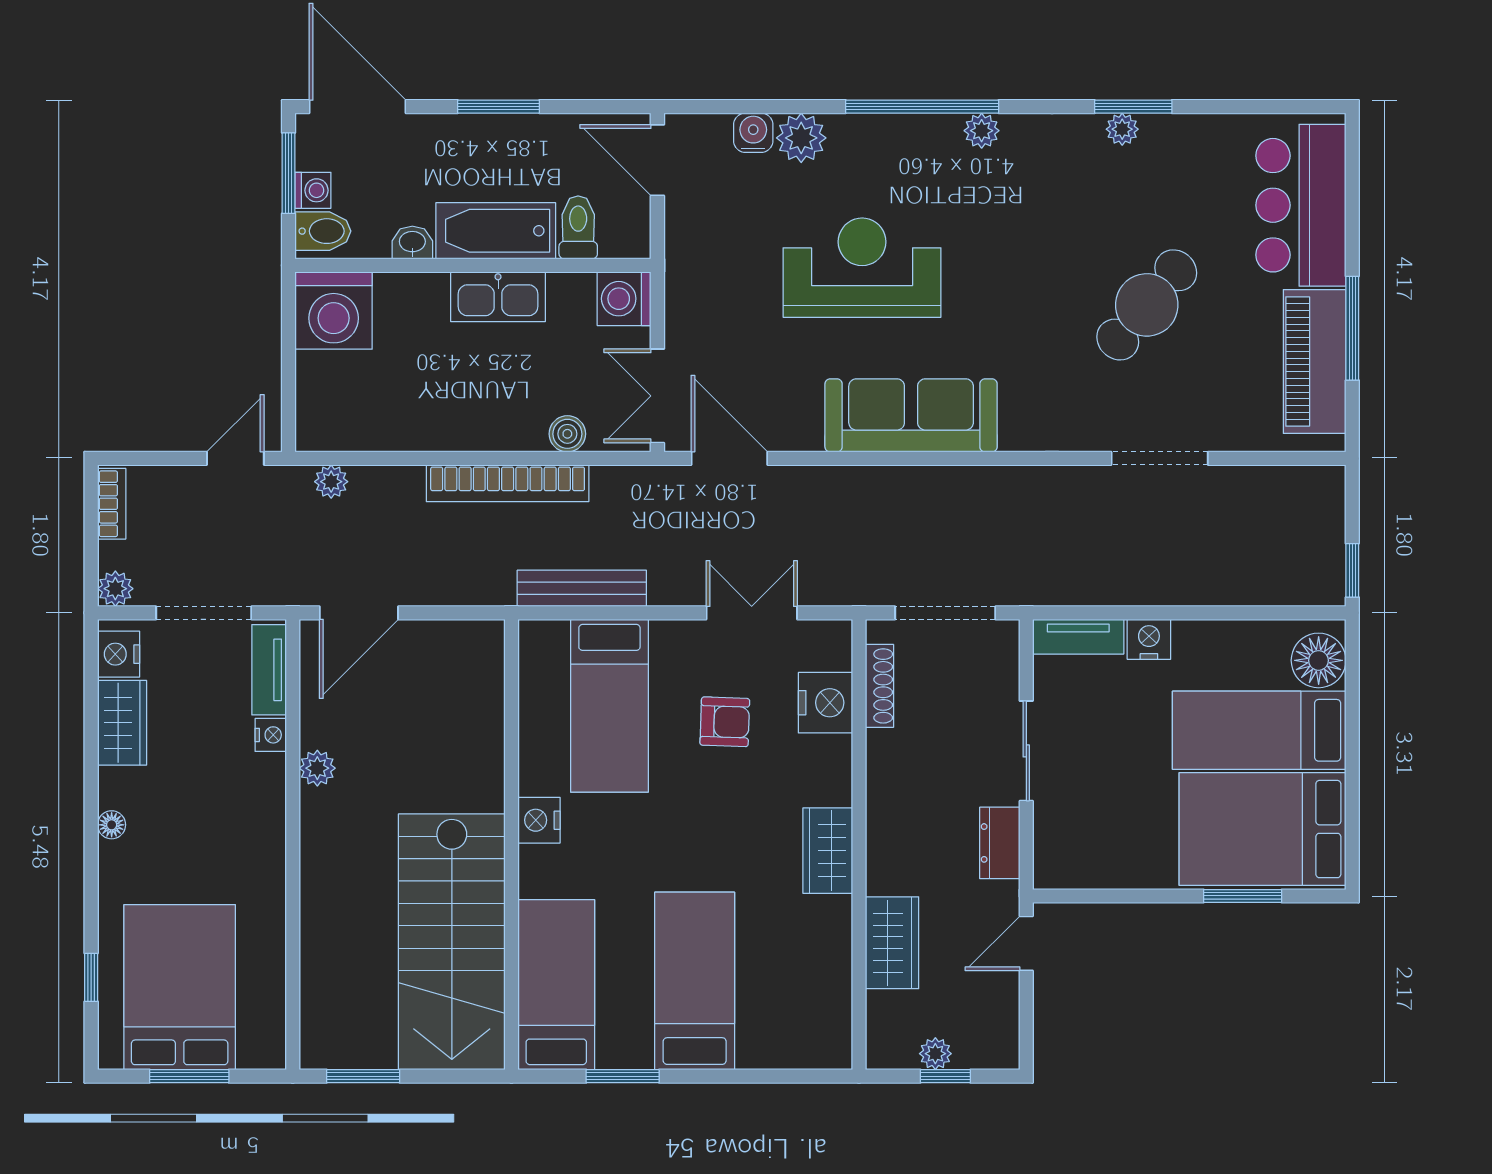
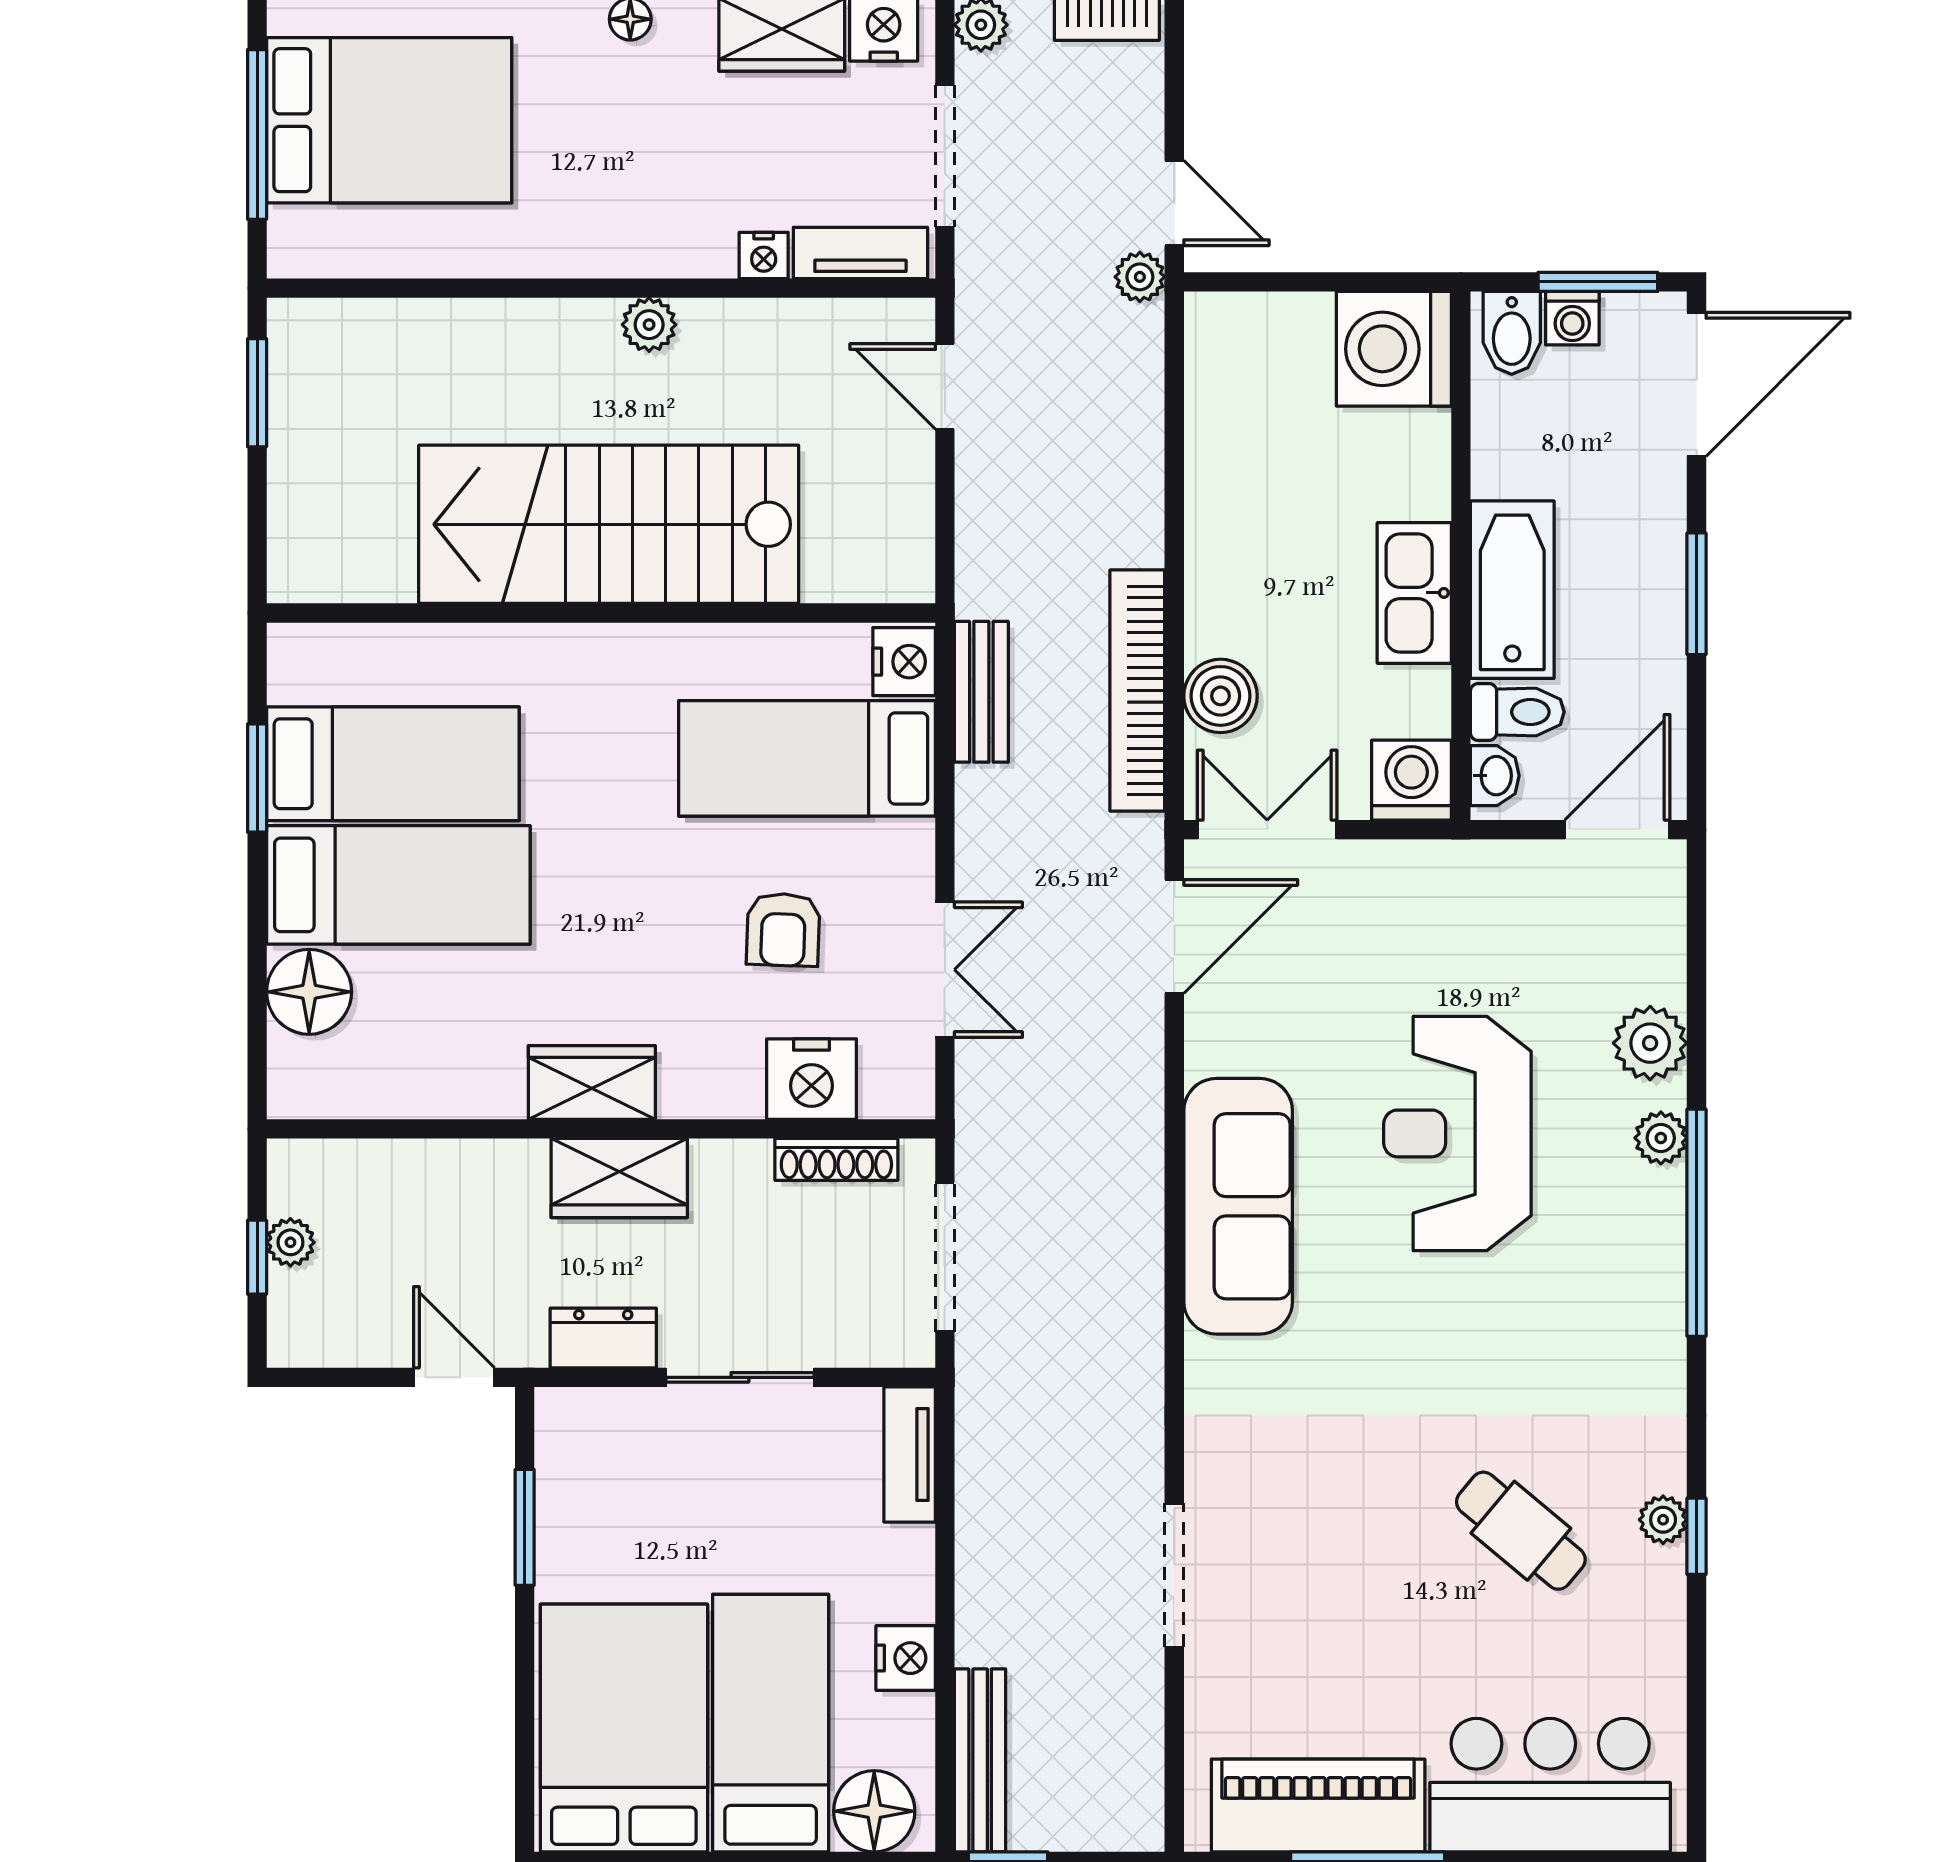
window: (1133, 107) -> (1697, 1536), width x0.67
plant: (982, 131) -> (1661, 1138), moved
water cooler: (753, 133) -> (1658, 972), removed
washbasin: (412, 243) -> (1495, 776), moved
reception desk: (862, 268) -> (1457, 1133), turned 180
cafe table: (1147, 305) -> (1521, 1531), moved, width x0.73, depth x0.74
boiler: (567, 434) -> (1221, 696), width x1.36, depth x1.36
plant: (331, 482) -> (1140, 277), moved
bookcase: (508, 483) -> (1137, 691), moved
bench: (582, 588) -> (981, 692), width x0.73
bench: (1284, 589) -> (980, 1760), added
door: (359, 613) -> (945, 386), width x0.73
nightstand: (1149, 639) -> (906, 1658), moved
plant: (317, 768) -> (649, 325), moved
nightstand: (539, 820) -> (904, 662), moved, turned 90
window: (1243, 896) -> (525, 1527), moved
stairs: (452, 942) -> (609, 524), moved
wardrobe: (892, 943) -> (619, 1178), moved
bed: (556, 985) -> (393, 764), moved
floor lamp: (767, 1041) -> (309, 992), added
window: (189, 1076) -> (257, 134), width x1.44

